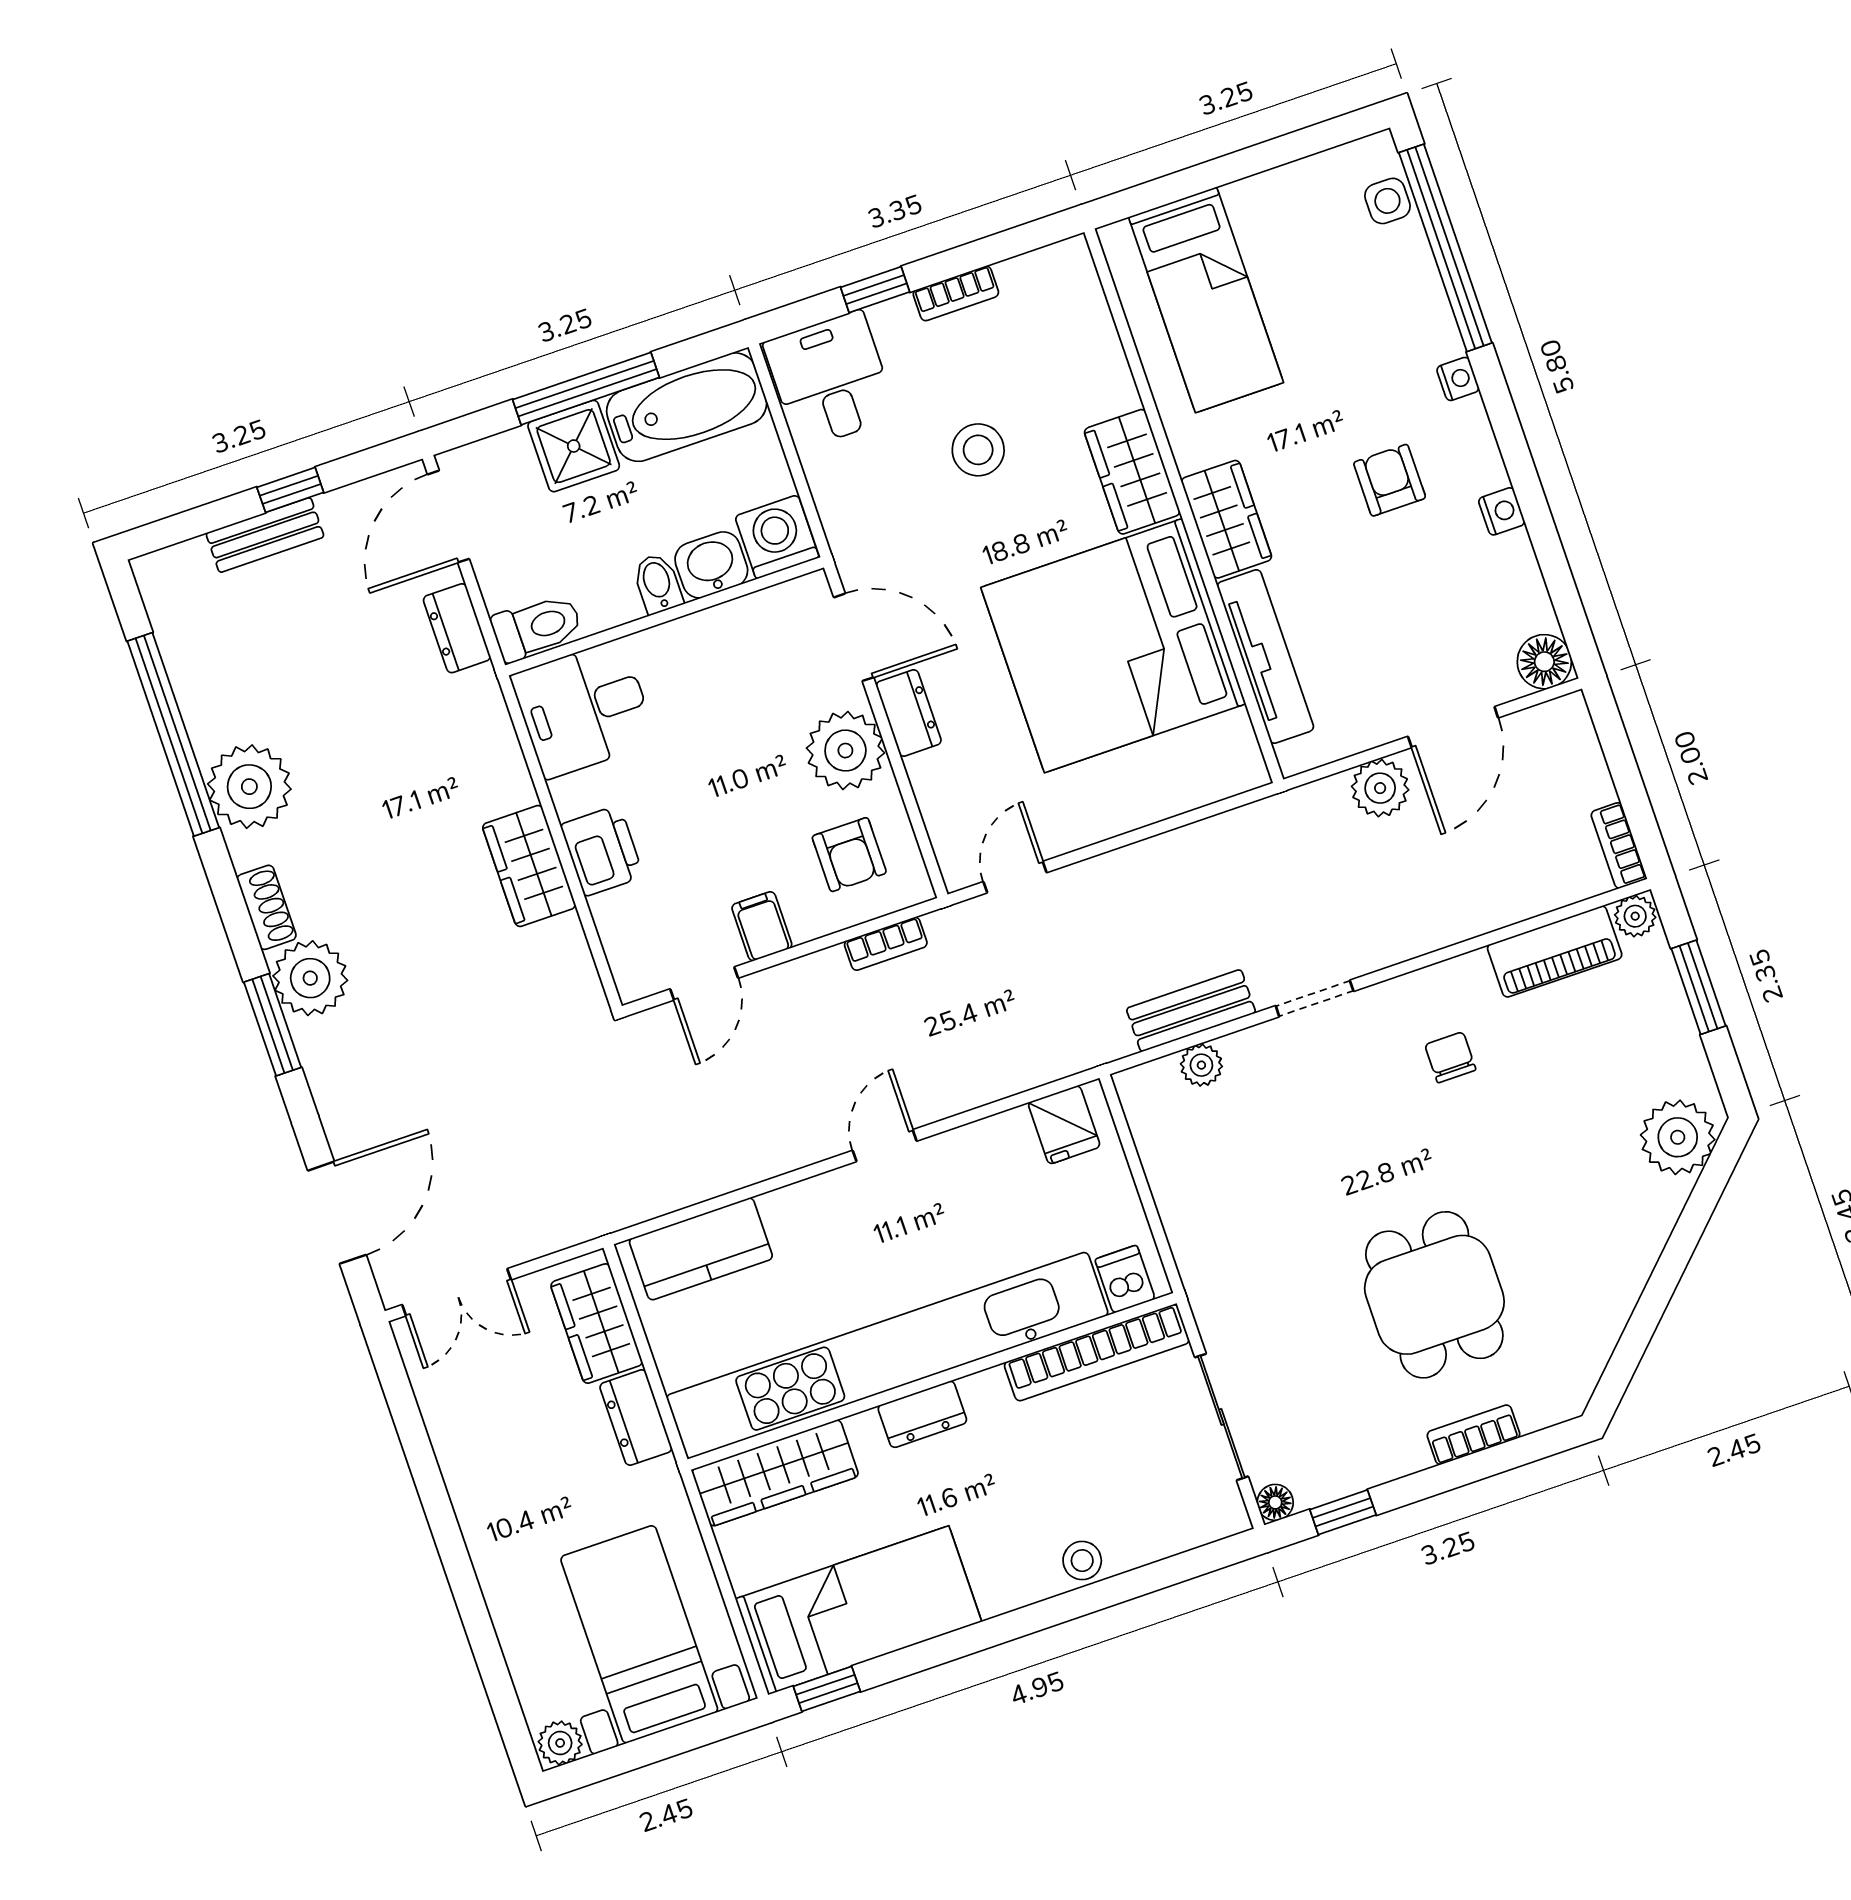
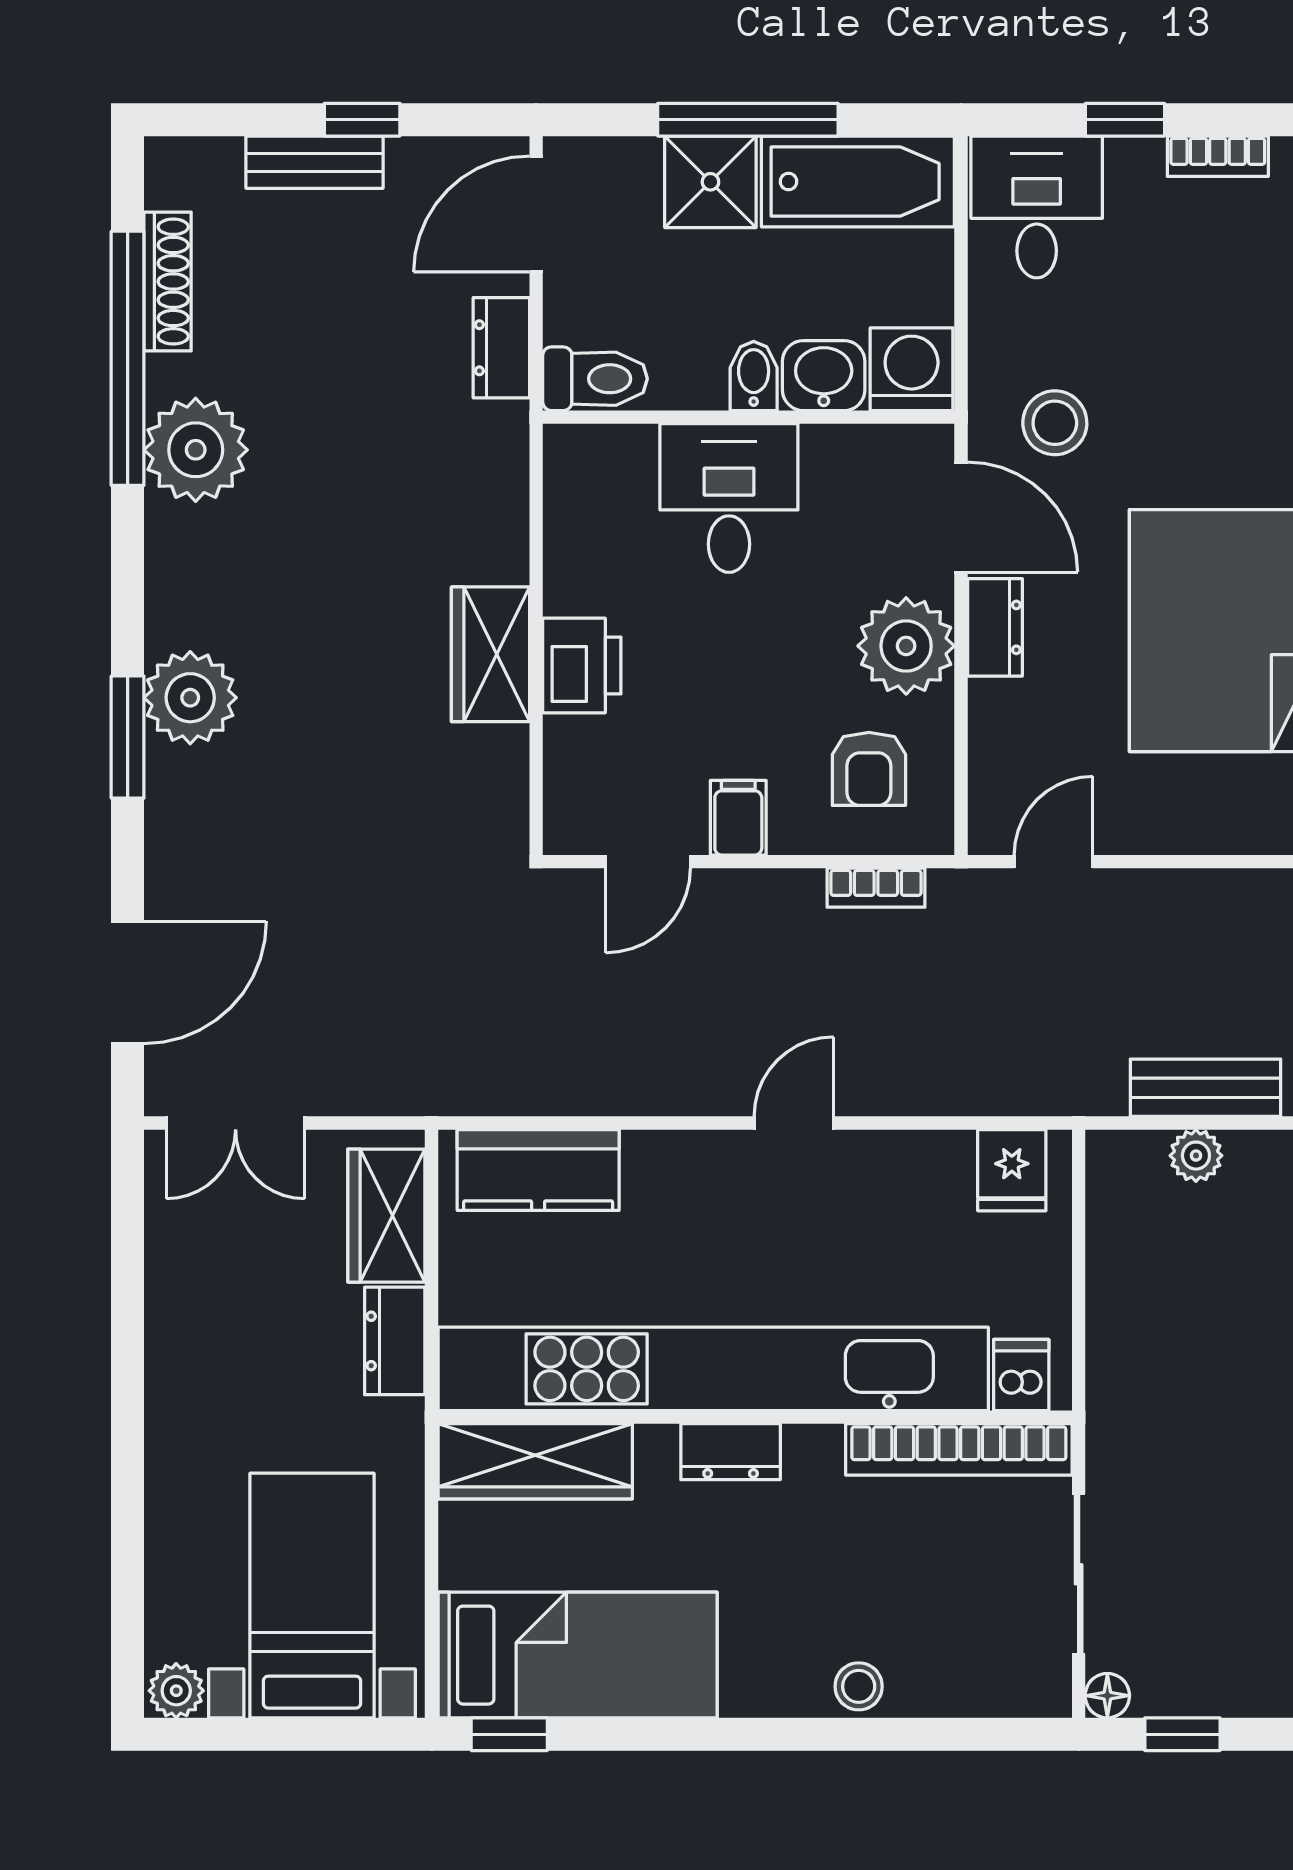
stool: (978, 450) -> (1055, 423), moved
desk: (584, 709) -> (729, 498), moved, turned 90
shoe rack: (267, 907) -> (168, 282), moved, width x1.43

